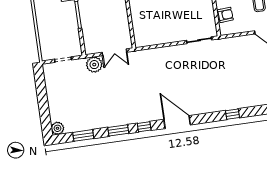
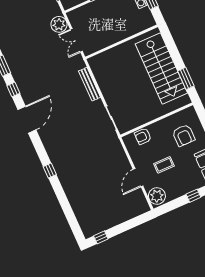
armchair: (225, 15) -> (143, 136), turned 94
bench: (160, 52) -> (90, 84), added

